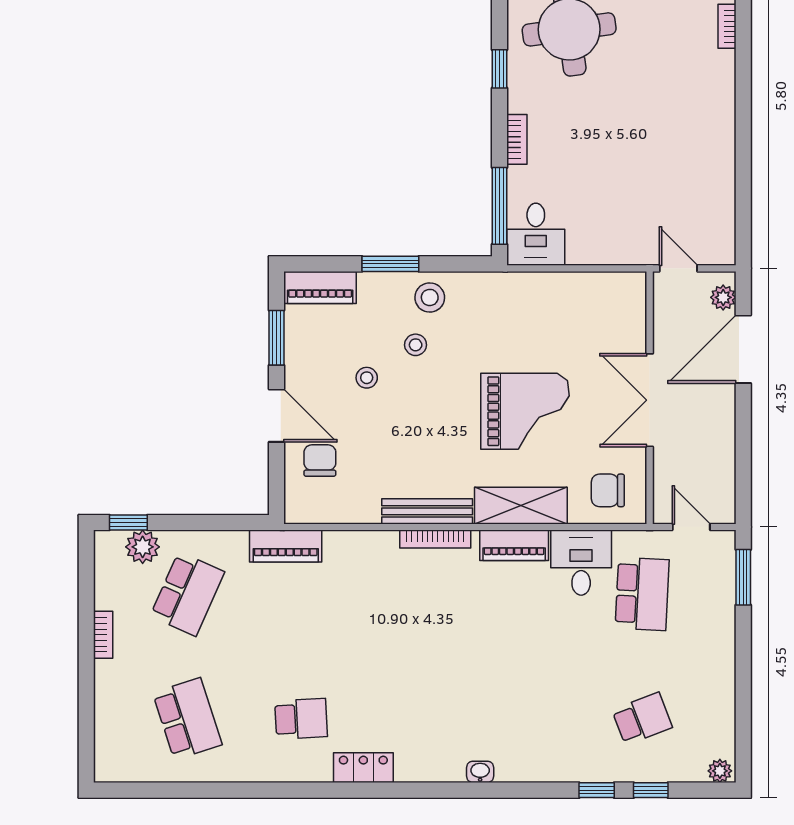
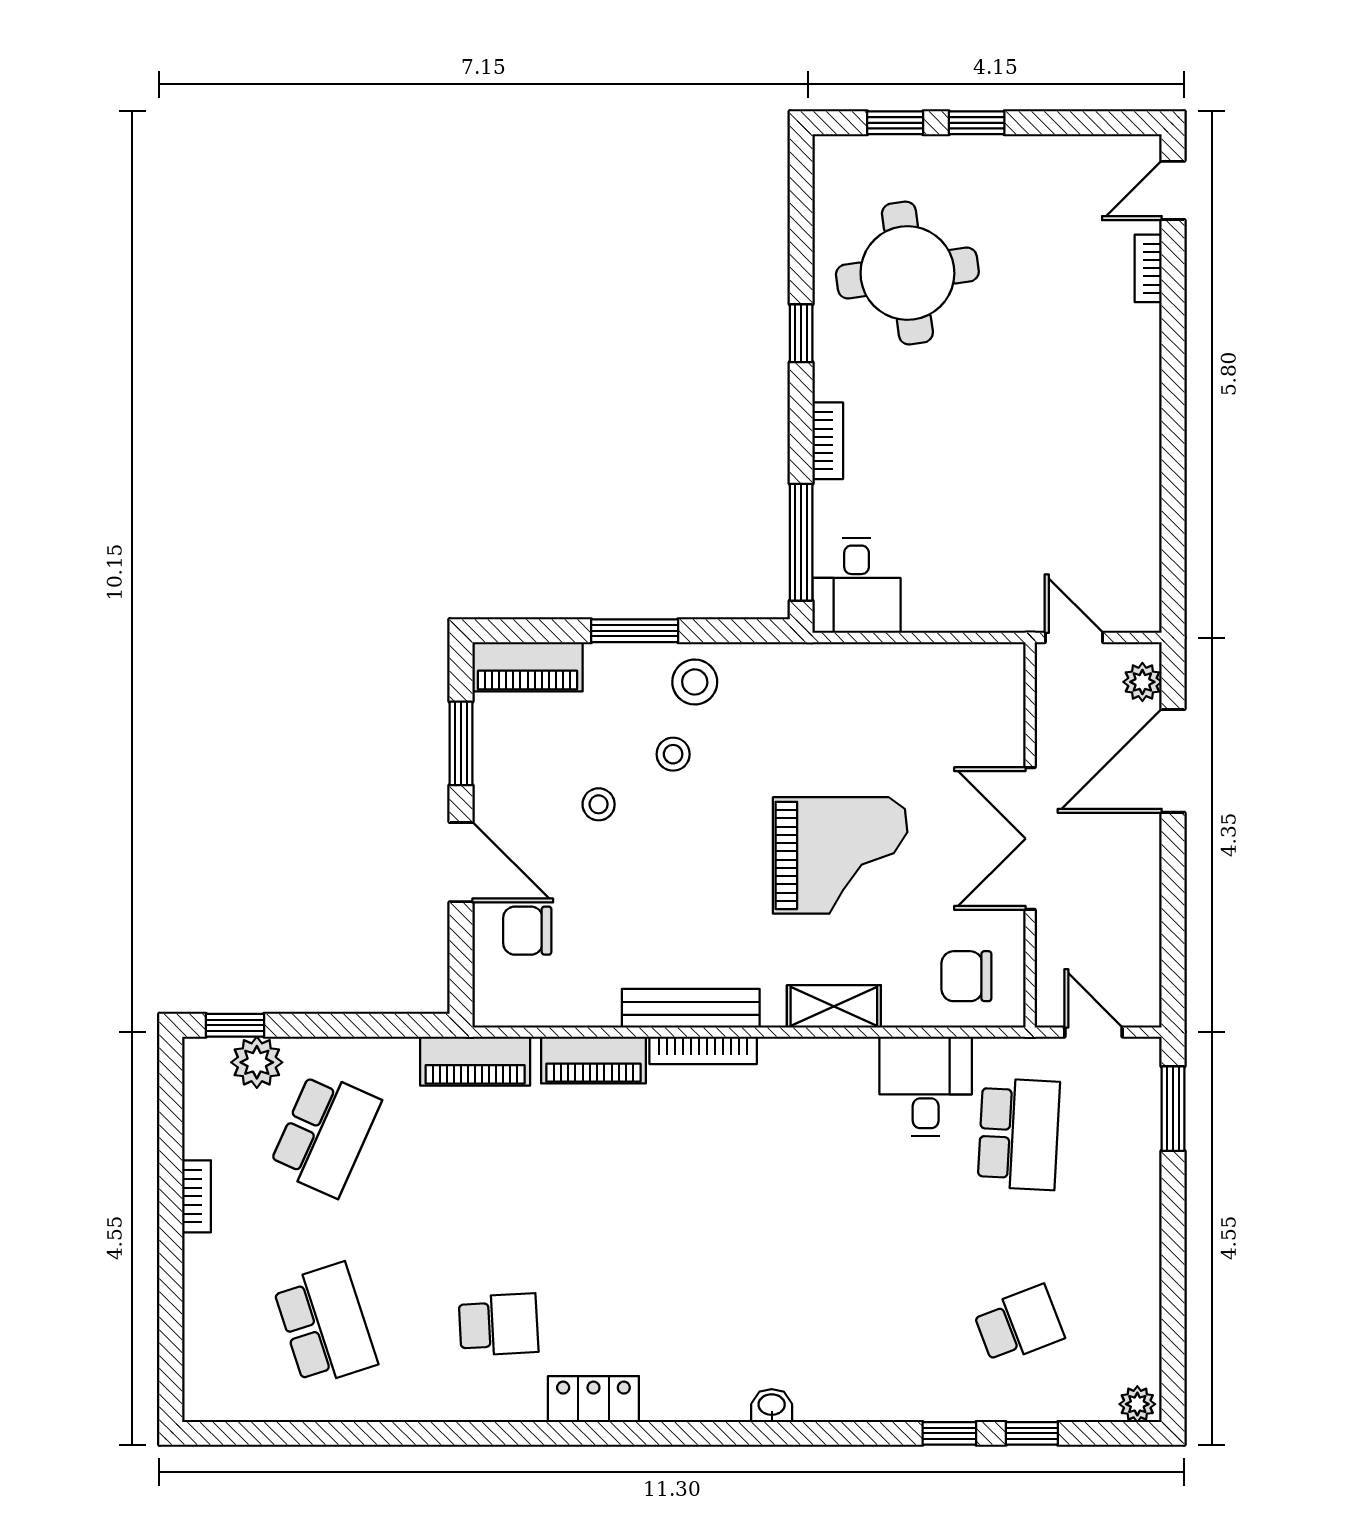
chair: (320, 460) -> (527, 931), turned -90
shelving: (521, 506) -> (834, 1006), width x0.67, depth x0.75
piano: (514, 545) -> (593, 1060), moved

